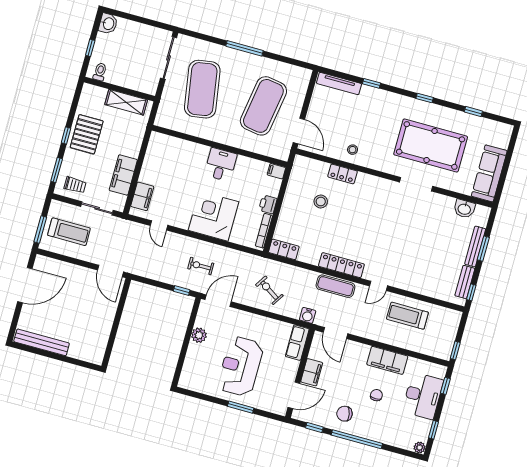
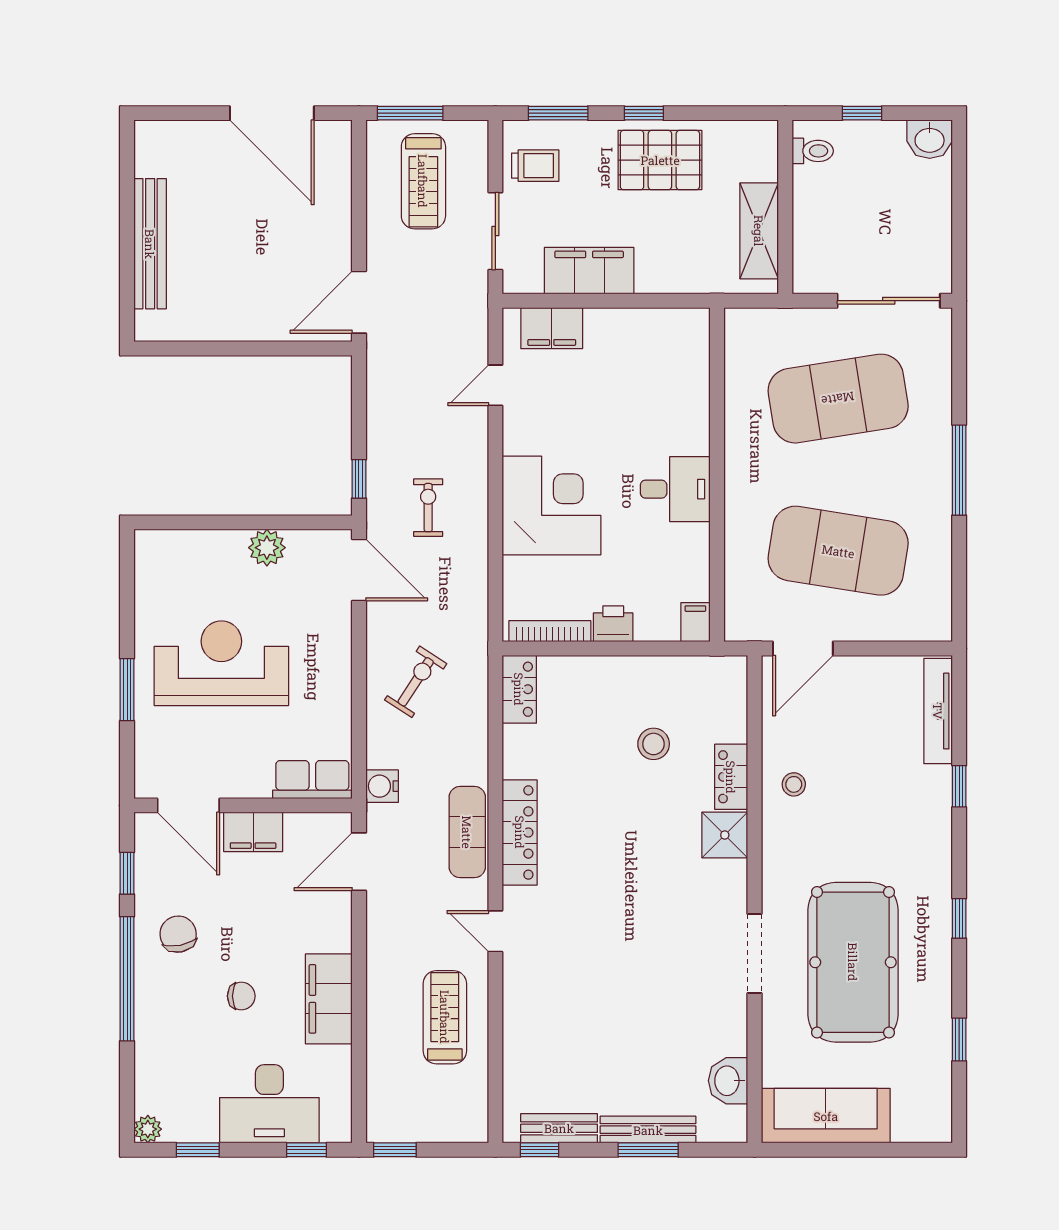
shower: (365, 183) -> (725, 835), added
trolley: (75, 185) -> (535, 166), turned -90
bench: (42, 342) -> (150, 244), moved

